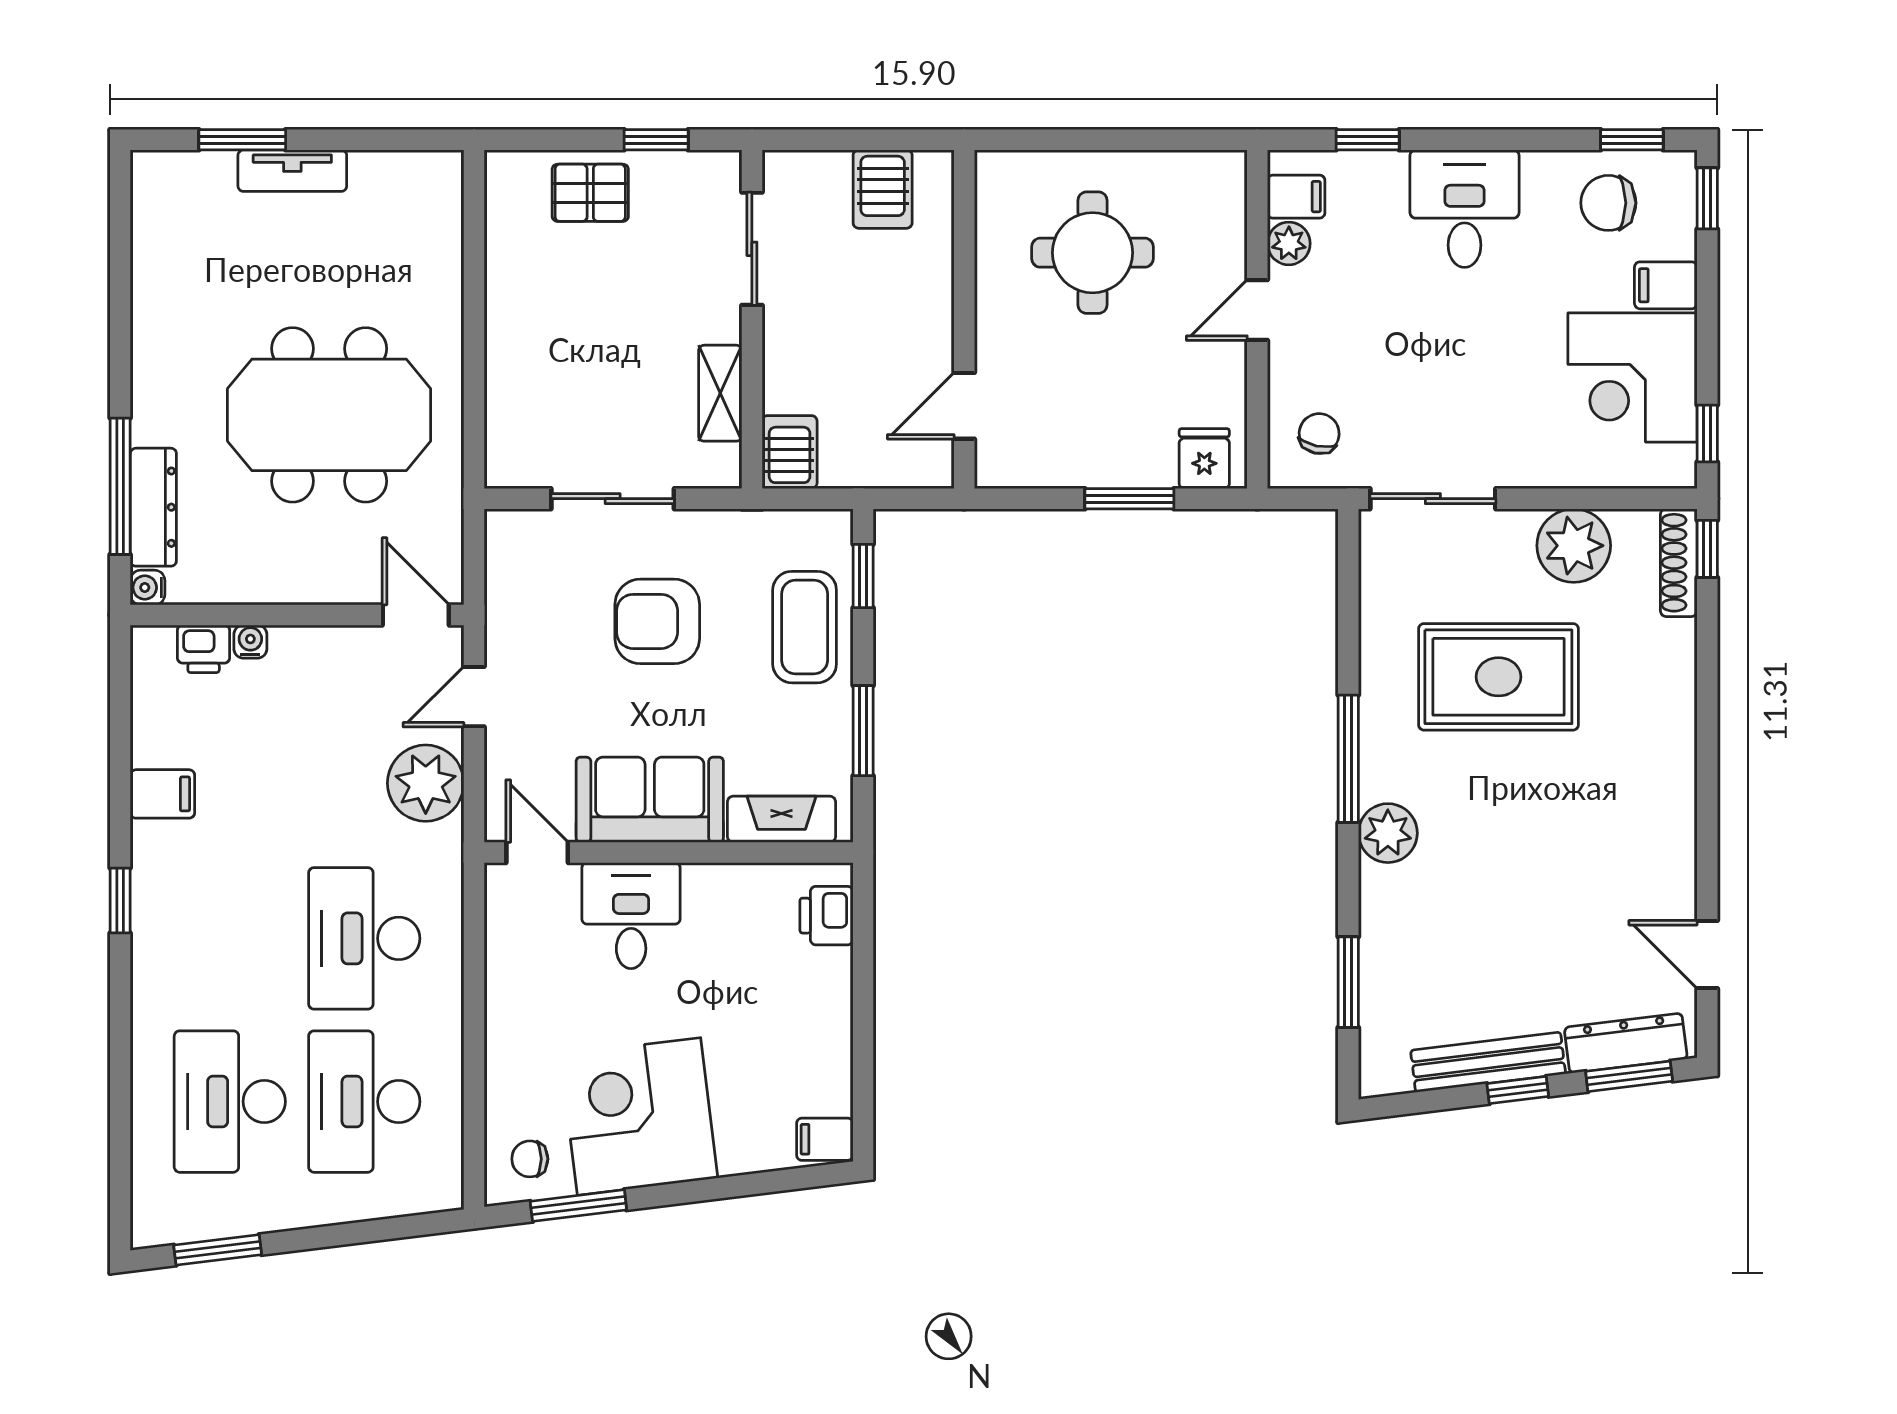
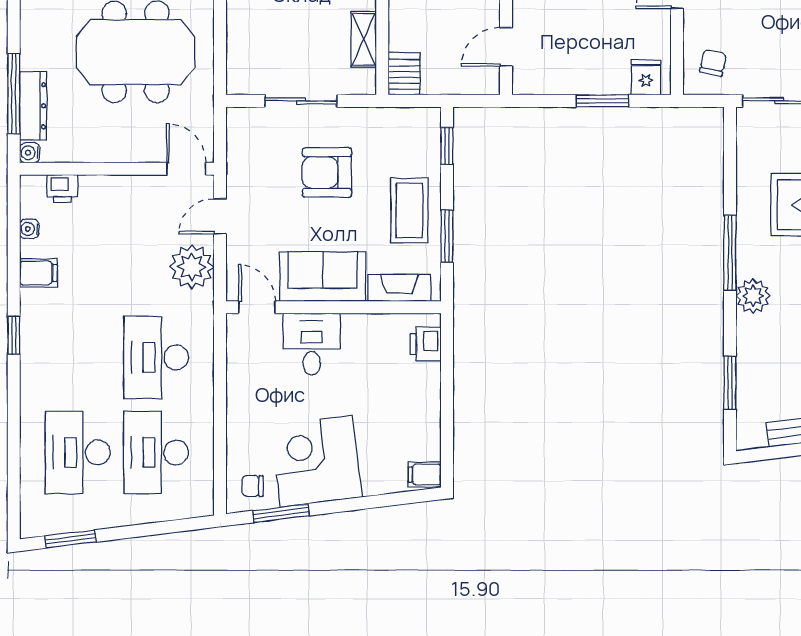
coffee table: (805, 627) -> (409, 210), moved
water cooler: (250, 642) -> (29, 229), moved, turned -90

